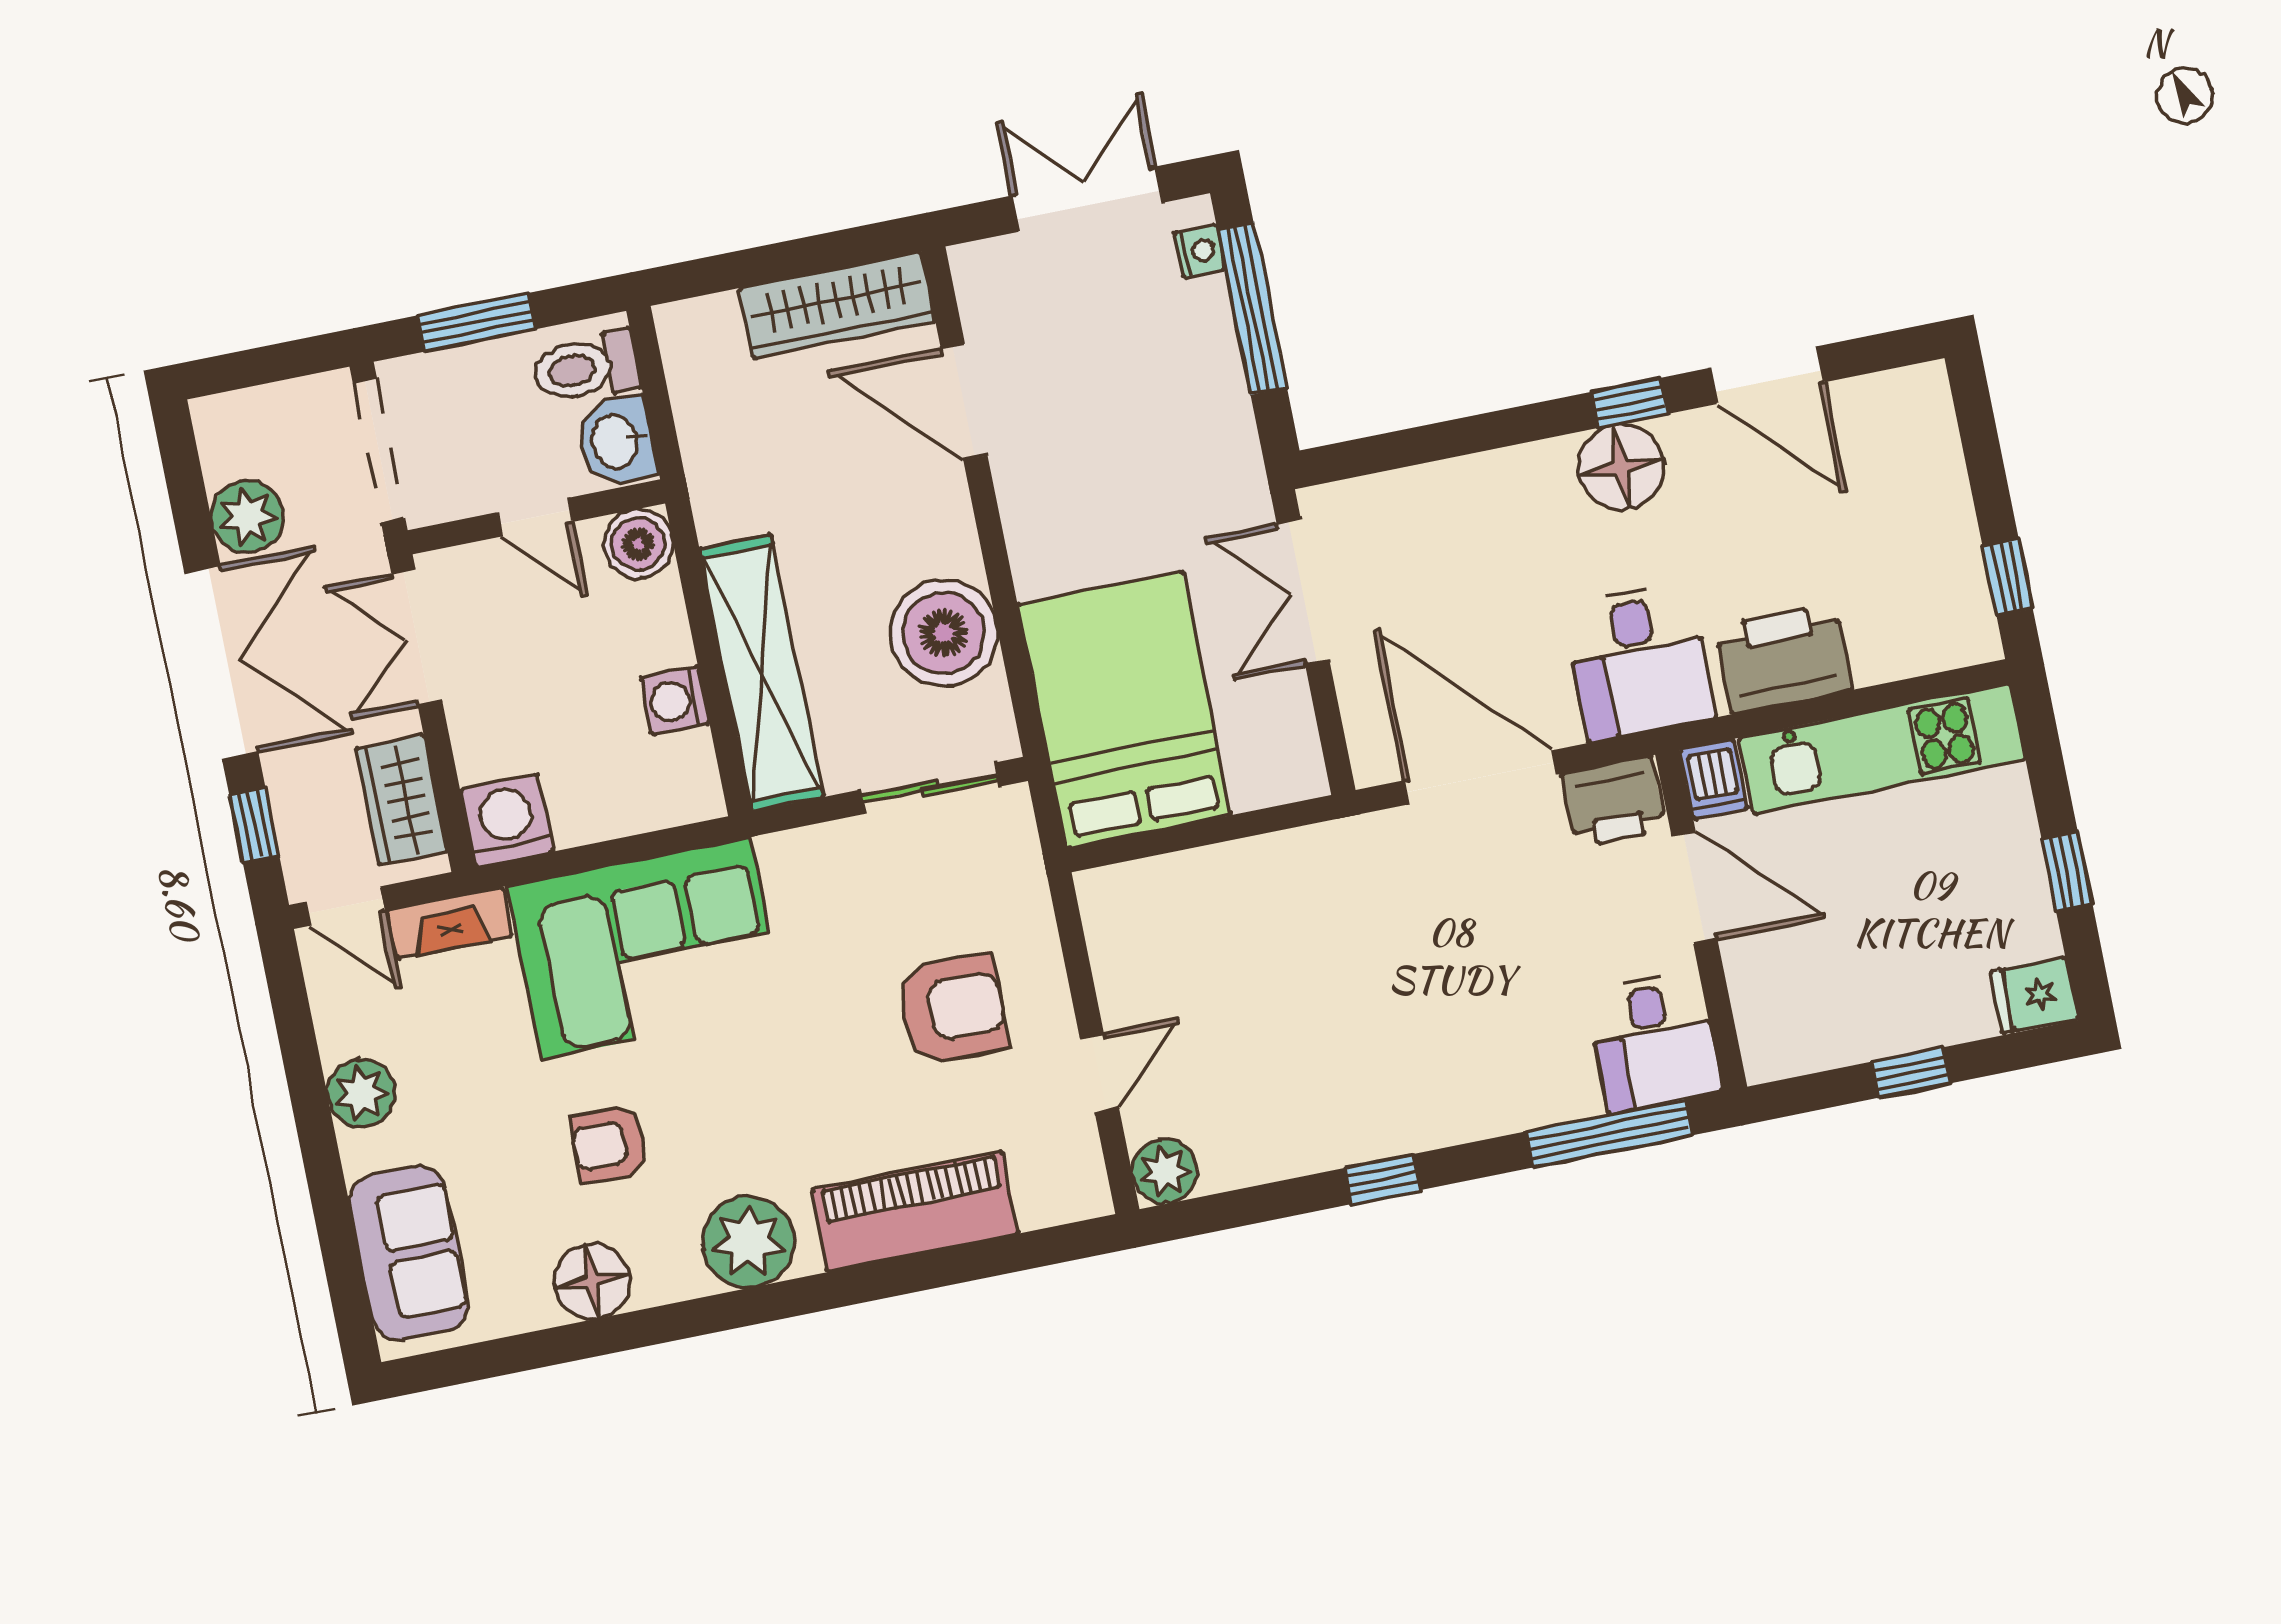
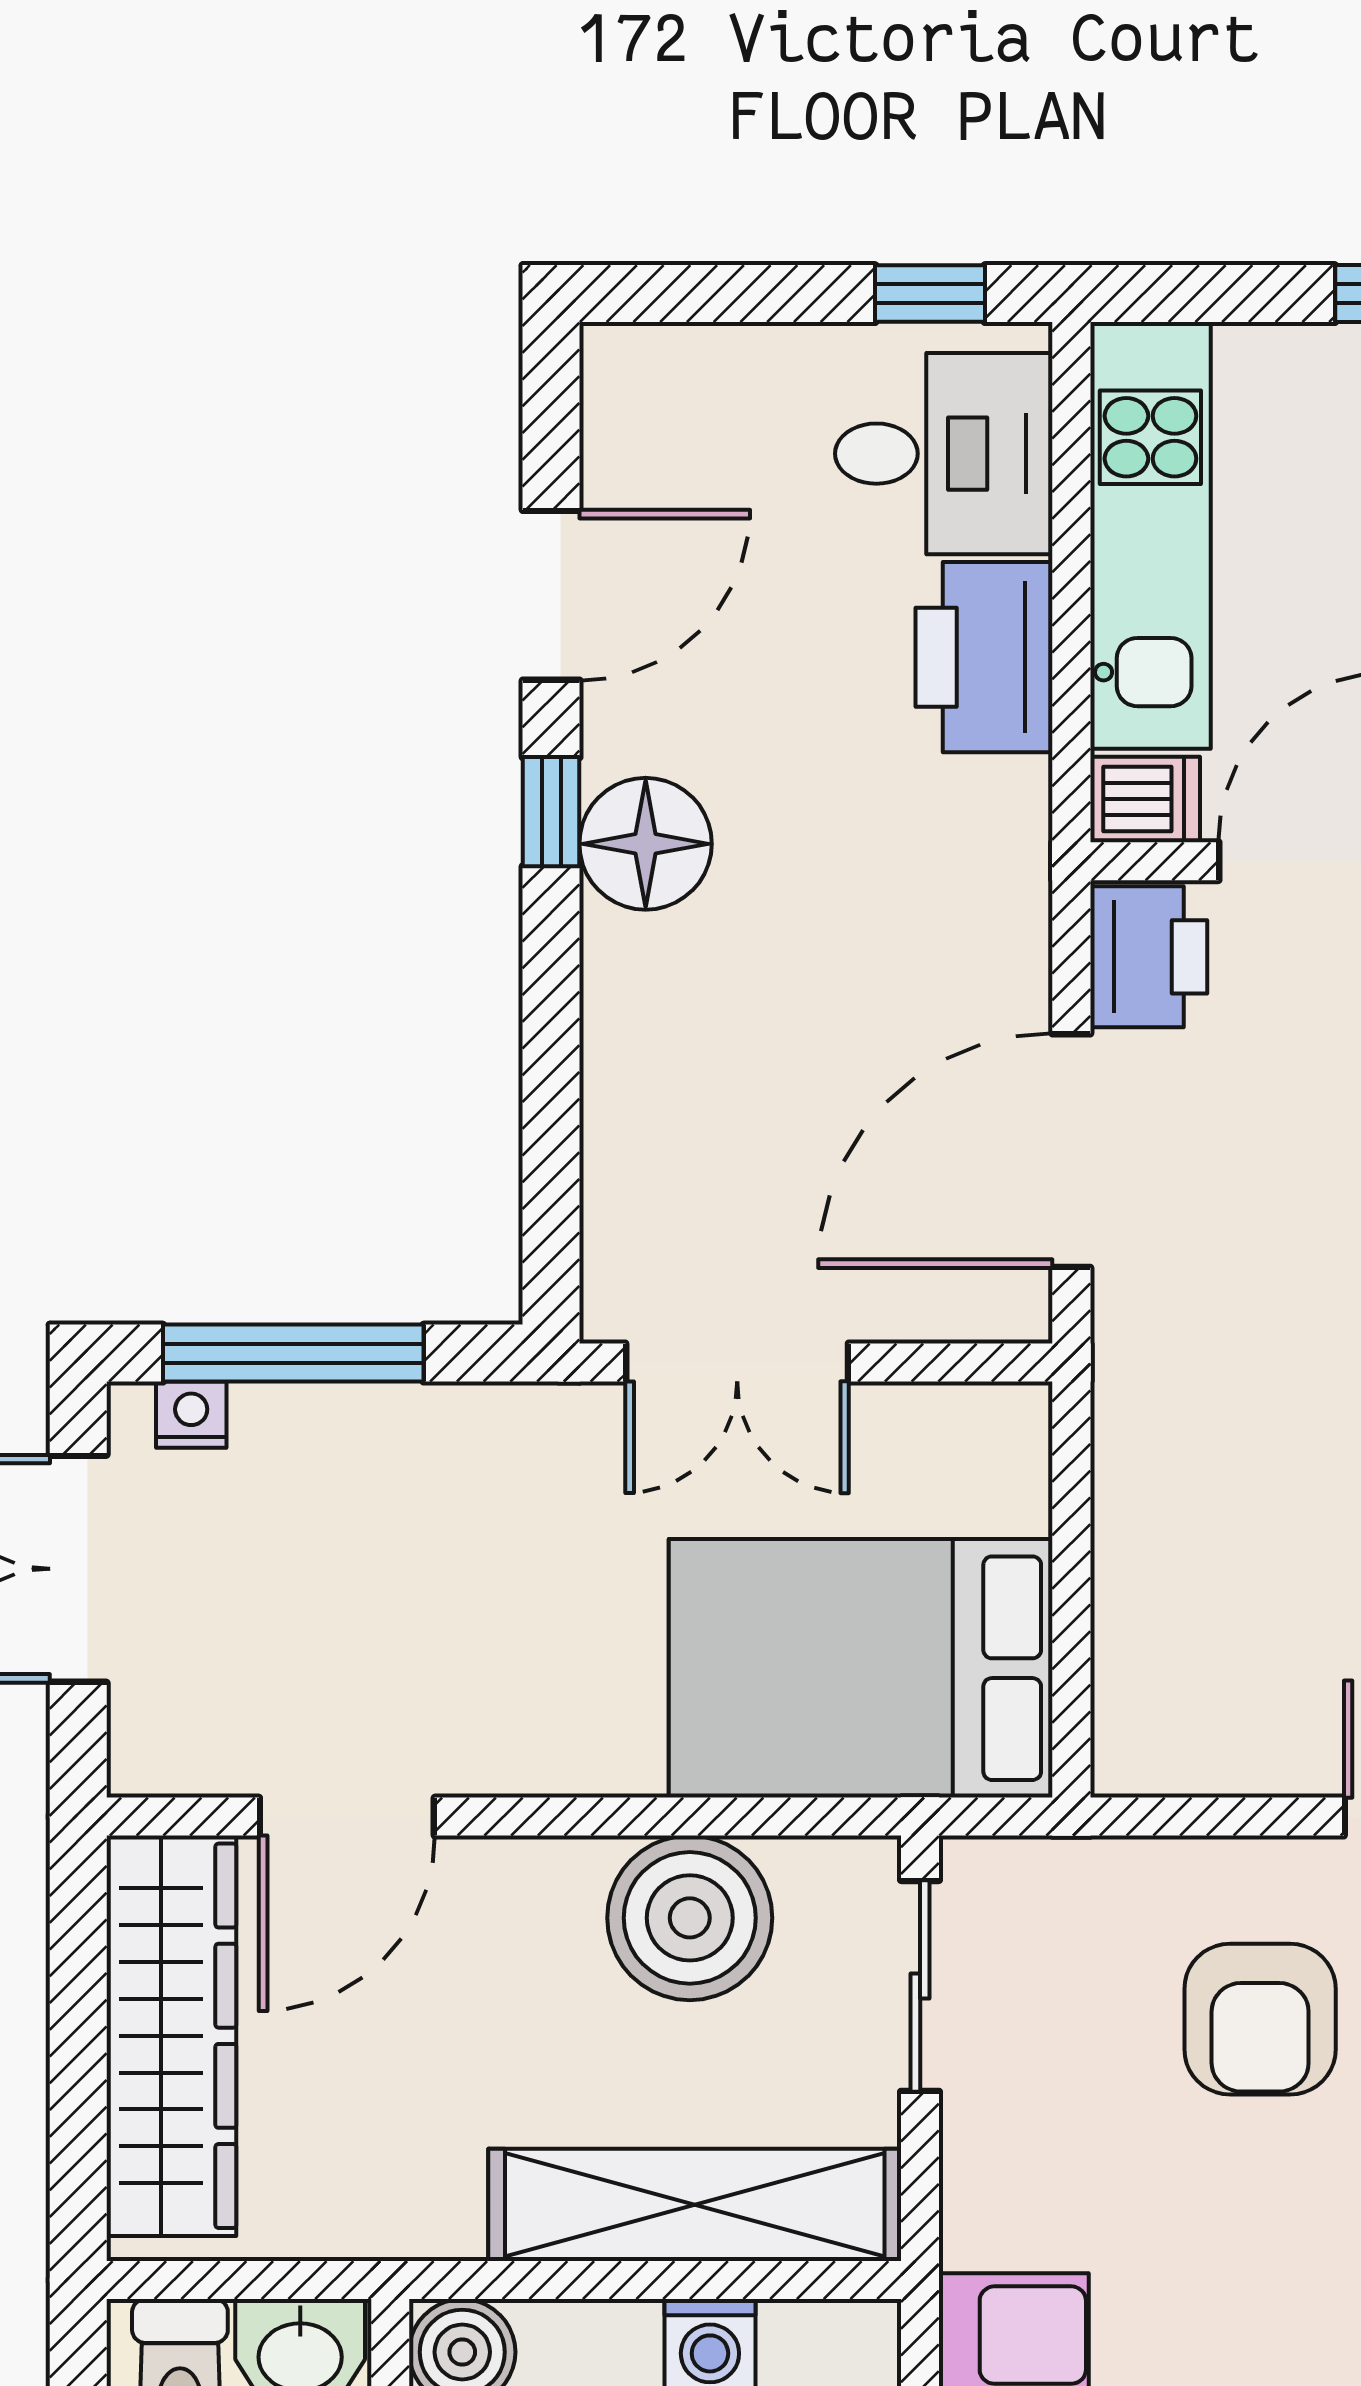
wardrobe: (837, 305) -> (171, 2036), width x1.40, depth x1.17
desk: (1639, 661) -> (944, 454), moved
armchair: (952, 1009) -> (1260, 2019), turned 180

